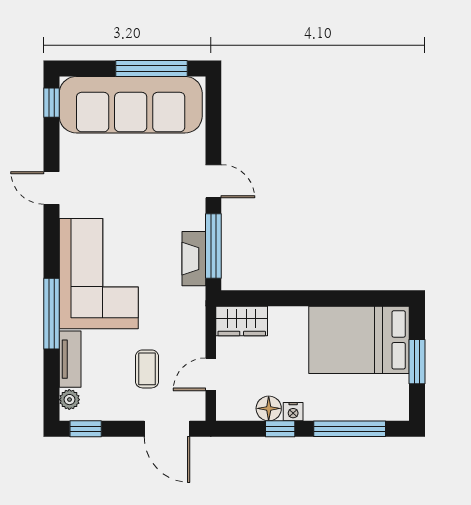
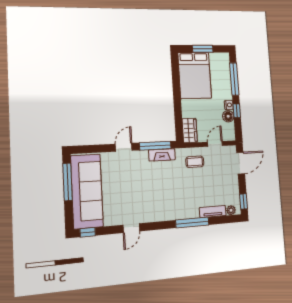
corner sofa: (99, 274) -> (172, 201), removed
coffee table: (147, 369) -> (195, 162), moved
door: (211, 374) -> (215, 144), swing flipped

